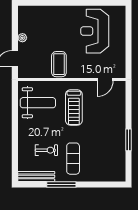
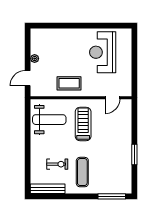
coffee table: (59, 64) -> (69, 83), turned 90
treadmill: (74, 107) -> (83, 124), turned 180
window: (61, 185) -> (112, 196), moved

